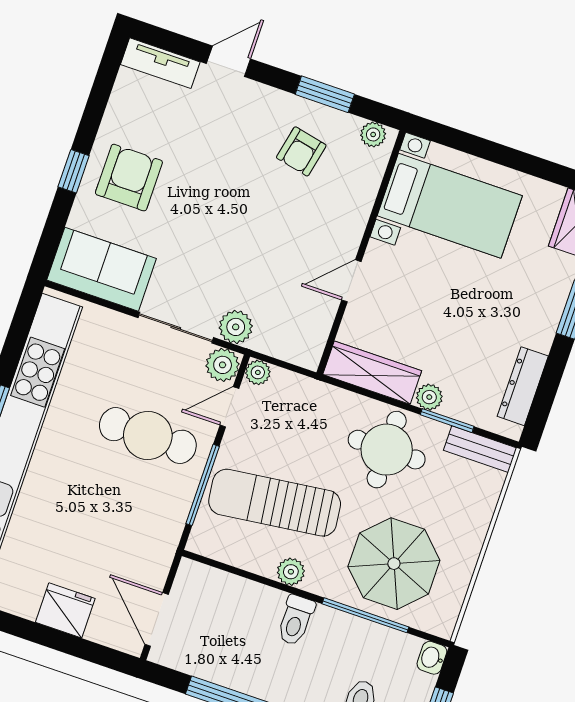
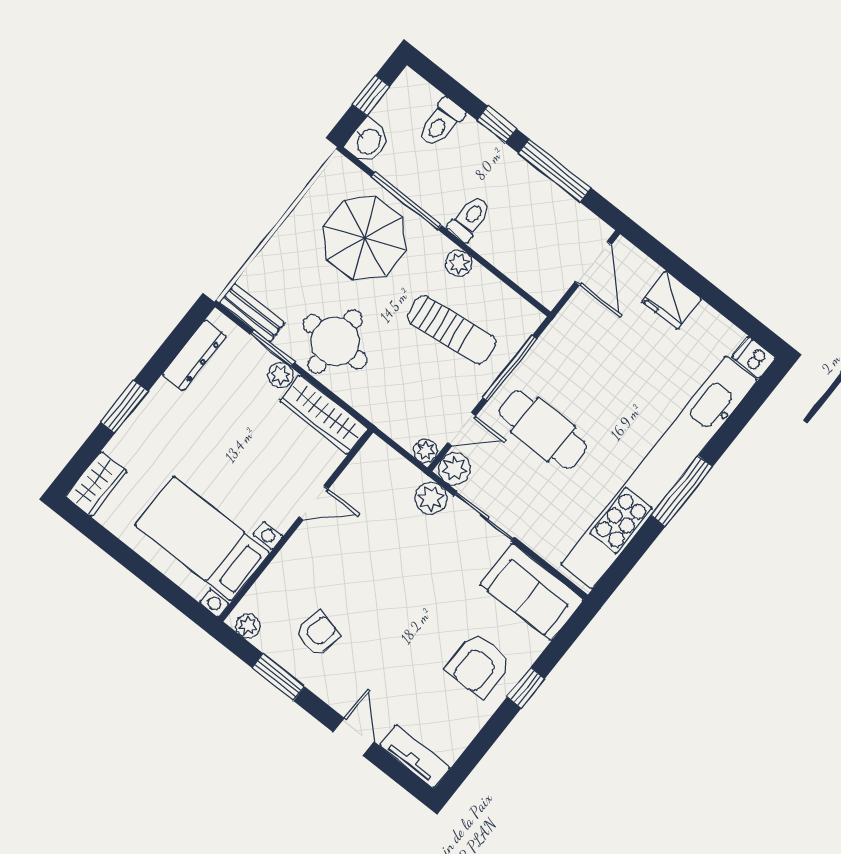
door: (228, 61) -> (354, 737), swing flipped
sun lounger: (275, 503) -> (452, 330), width x0.73, depth x0.75
washbasin: (432, 658) -> (368, 141), width x1.38, depth x1.45

